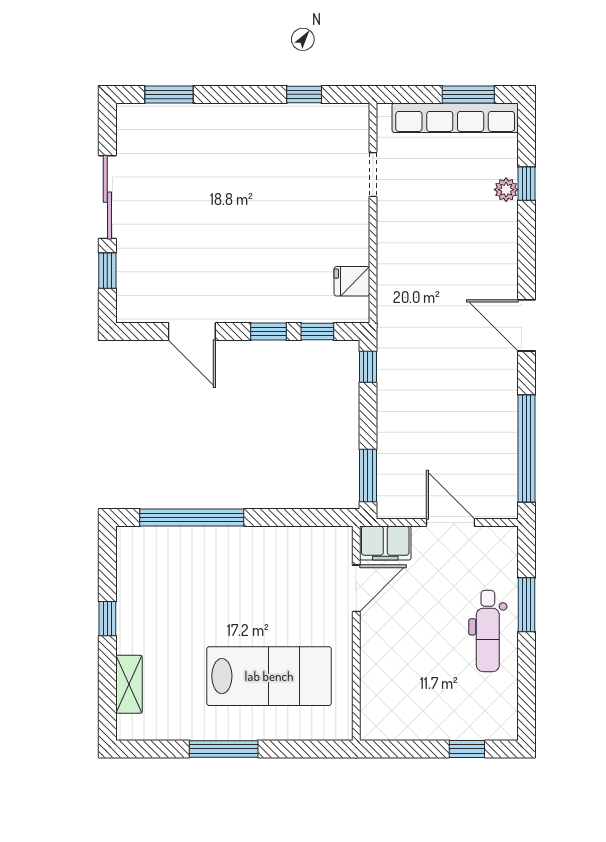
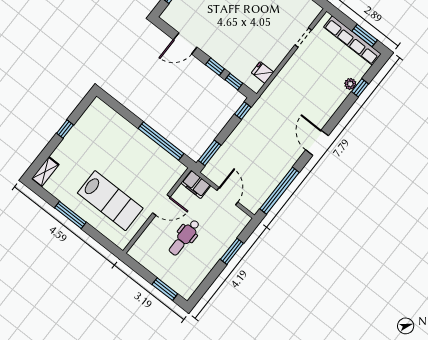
door: (192, 332) -> (185, 43), hinge flipped
window: (192, 518) -> (161, 141), moved
door: (356, 588) -> (161, 205), moved
dental chair: (488, 631) -> (184, 238), moved
shelving: (129, 684) -> (45, 172), moved
window: (467, 749) -> (165, 289), width x1.50

